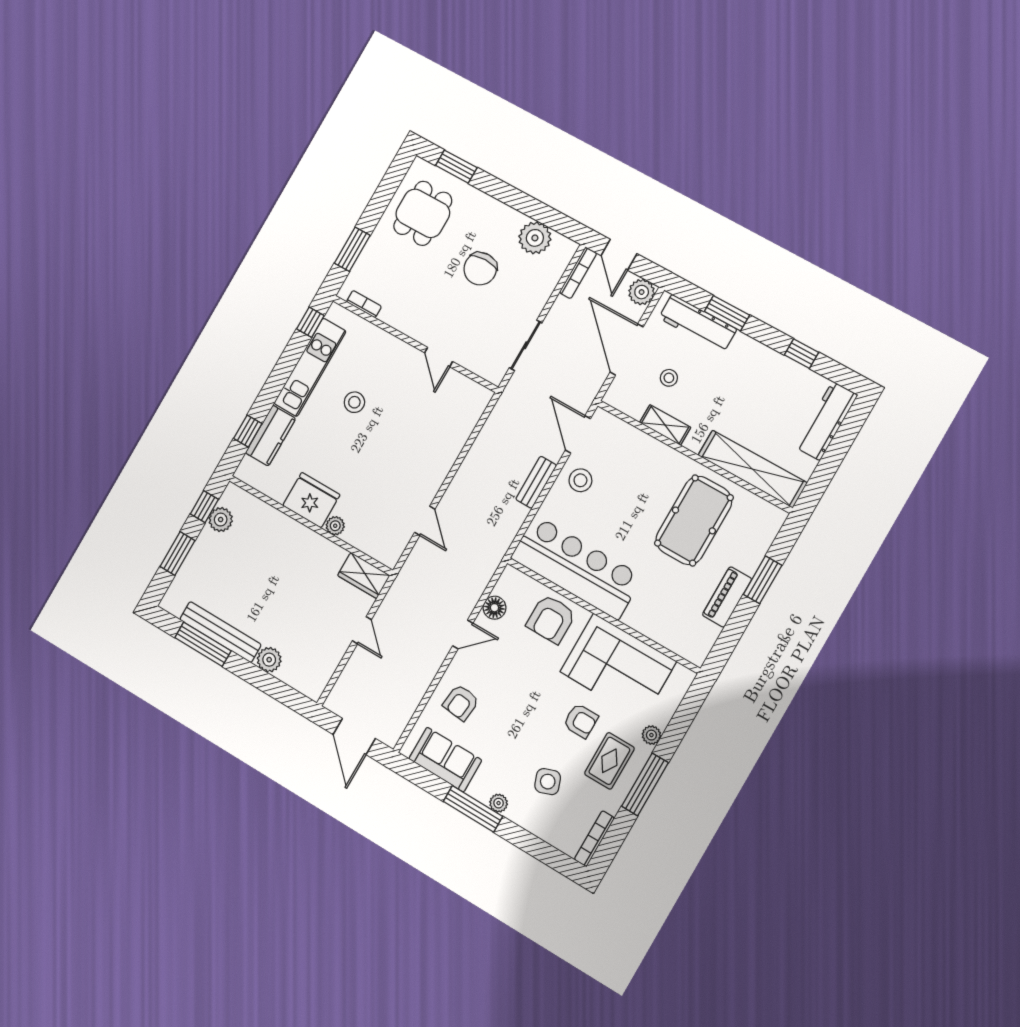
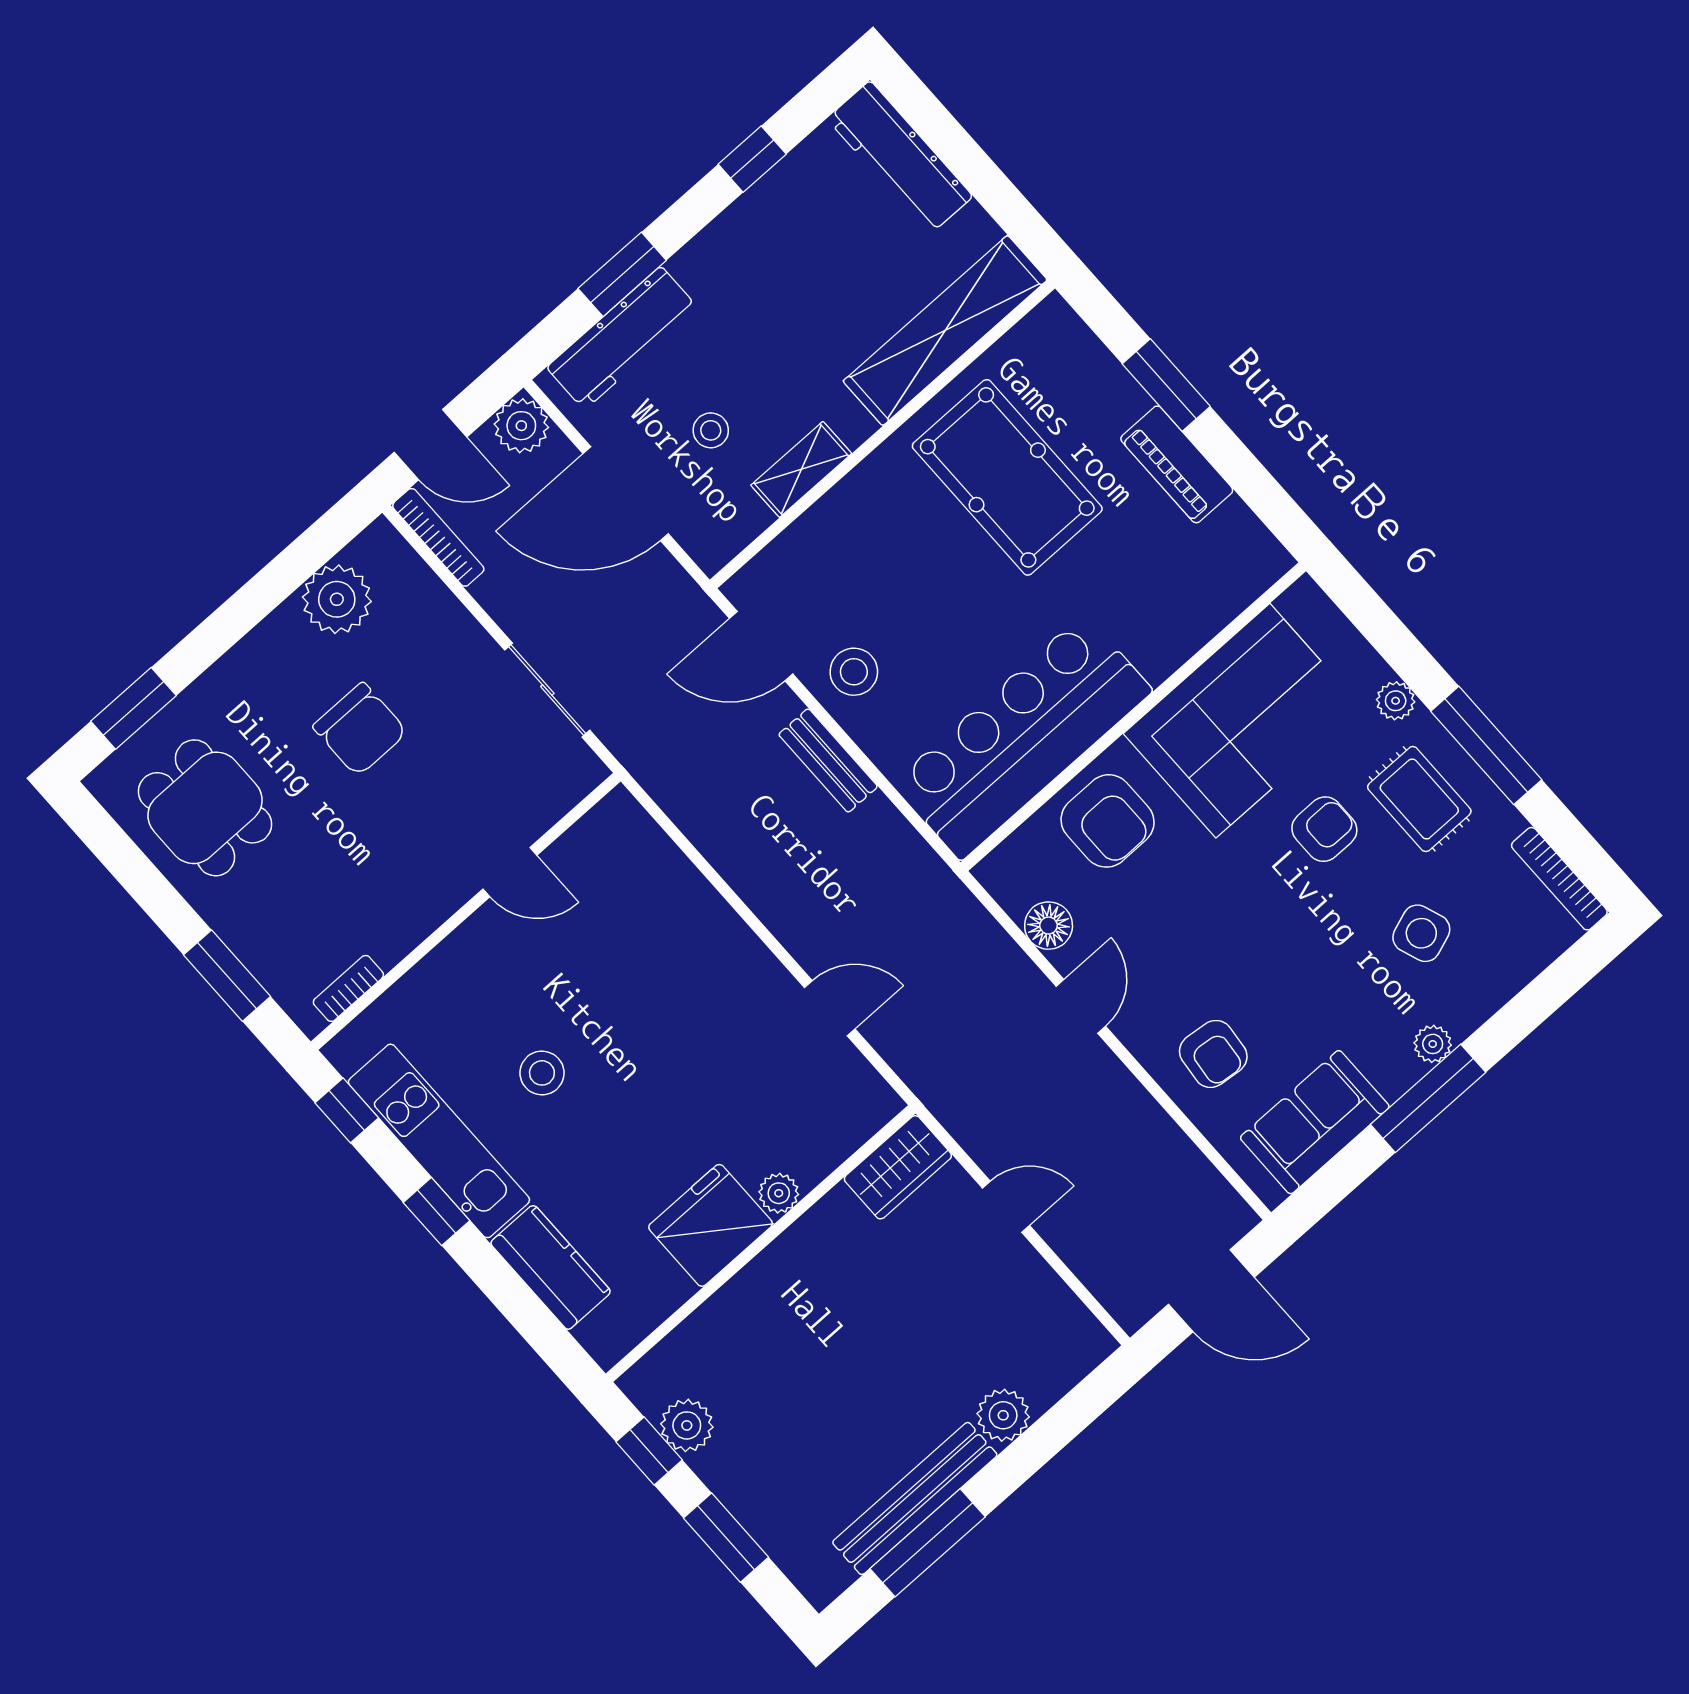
window: (248, 431) -> (436, 1212), moved

